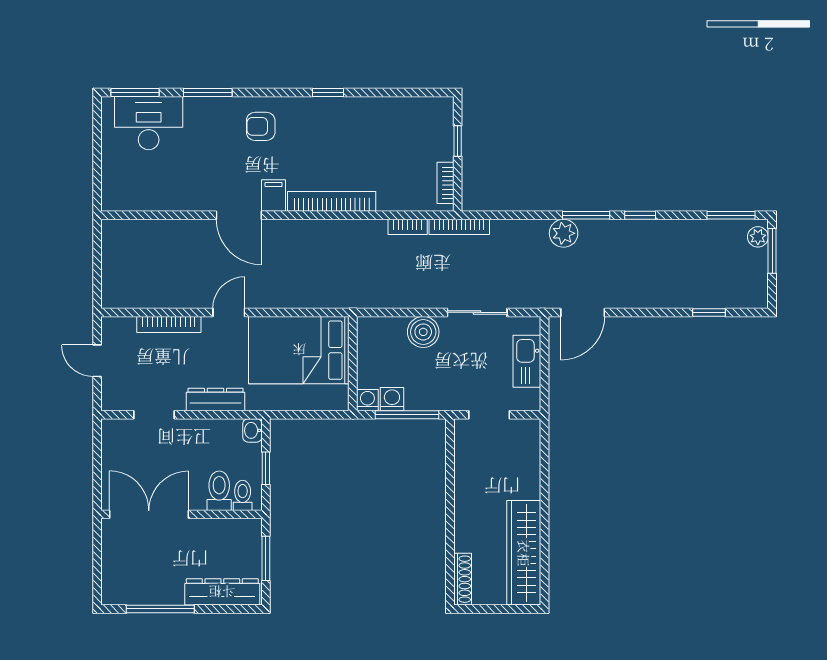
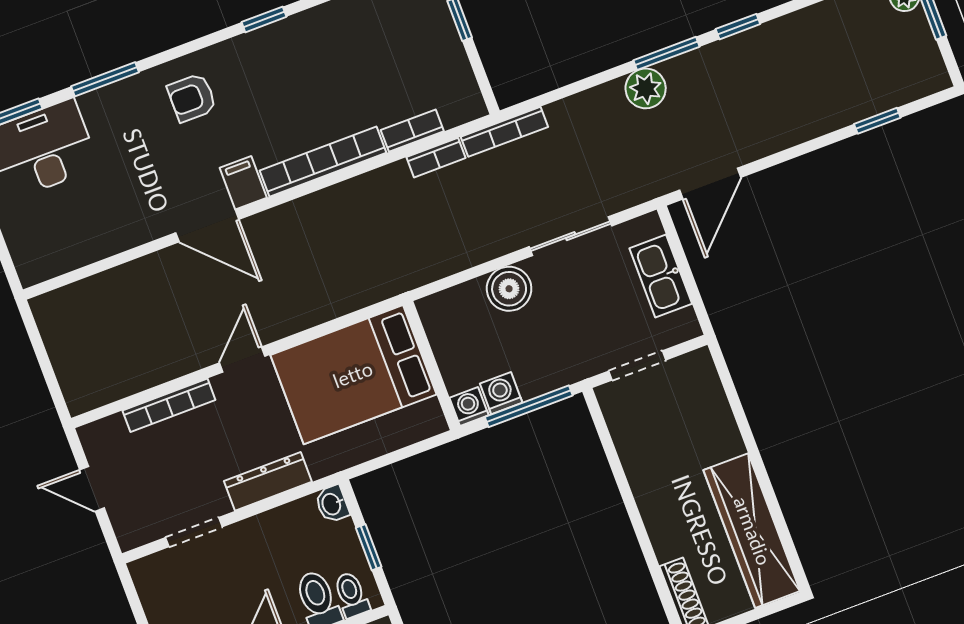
bookcase: (445, 183) -> (412, 131), moved, turned 90

